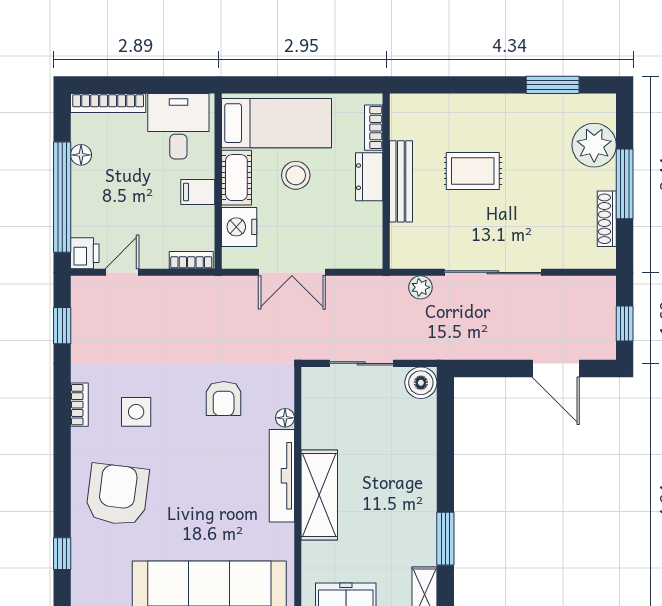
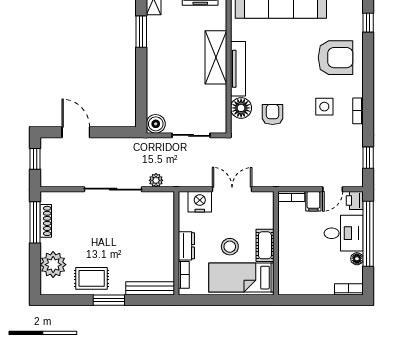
window: (553, 85) -> (109, 300), moved
bookcase: (108, 103) -> (349, 289), width x0.64
desk: (178, 126) -> (344, 233), moved, turned -90
rug: (473, 171) -> (92, 278), moved
bench: (401, 181) -> (150, 288), moved, turned 90
window: (625, 184) -> (35, 222), moved
filing cabinet: (198, 192) -> (313, 201), moved, turned 90
nightstand: (239, 227) -> (200, 202), moved, turned -90
floor lamp: (285, 418) -> (241, 108), width x1.89, depth x1.89
armchair: (117, 495) -> (335, 58), turned -97

